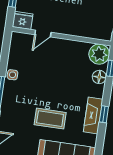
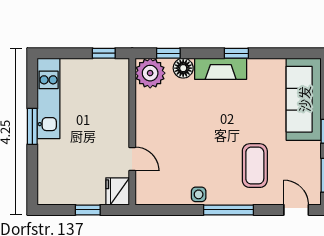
fireplace: (93, 116) -> (221, 69), moved
coffee table: (50, 119) -> (255, 166), moved

